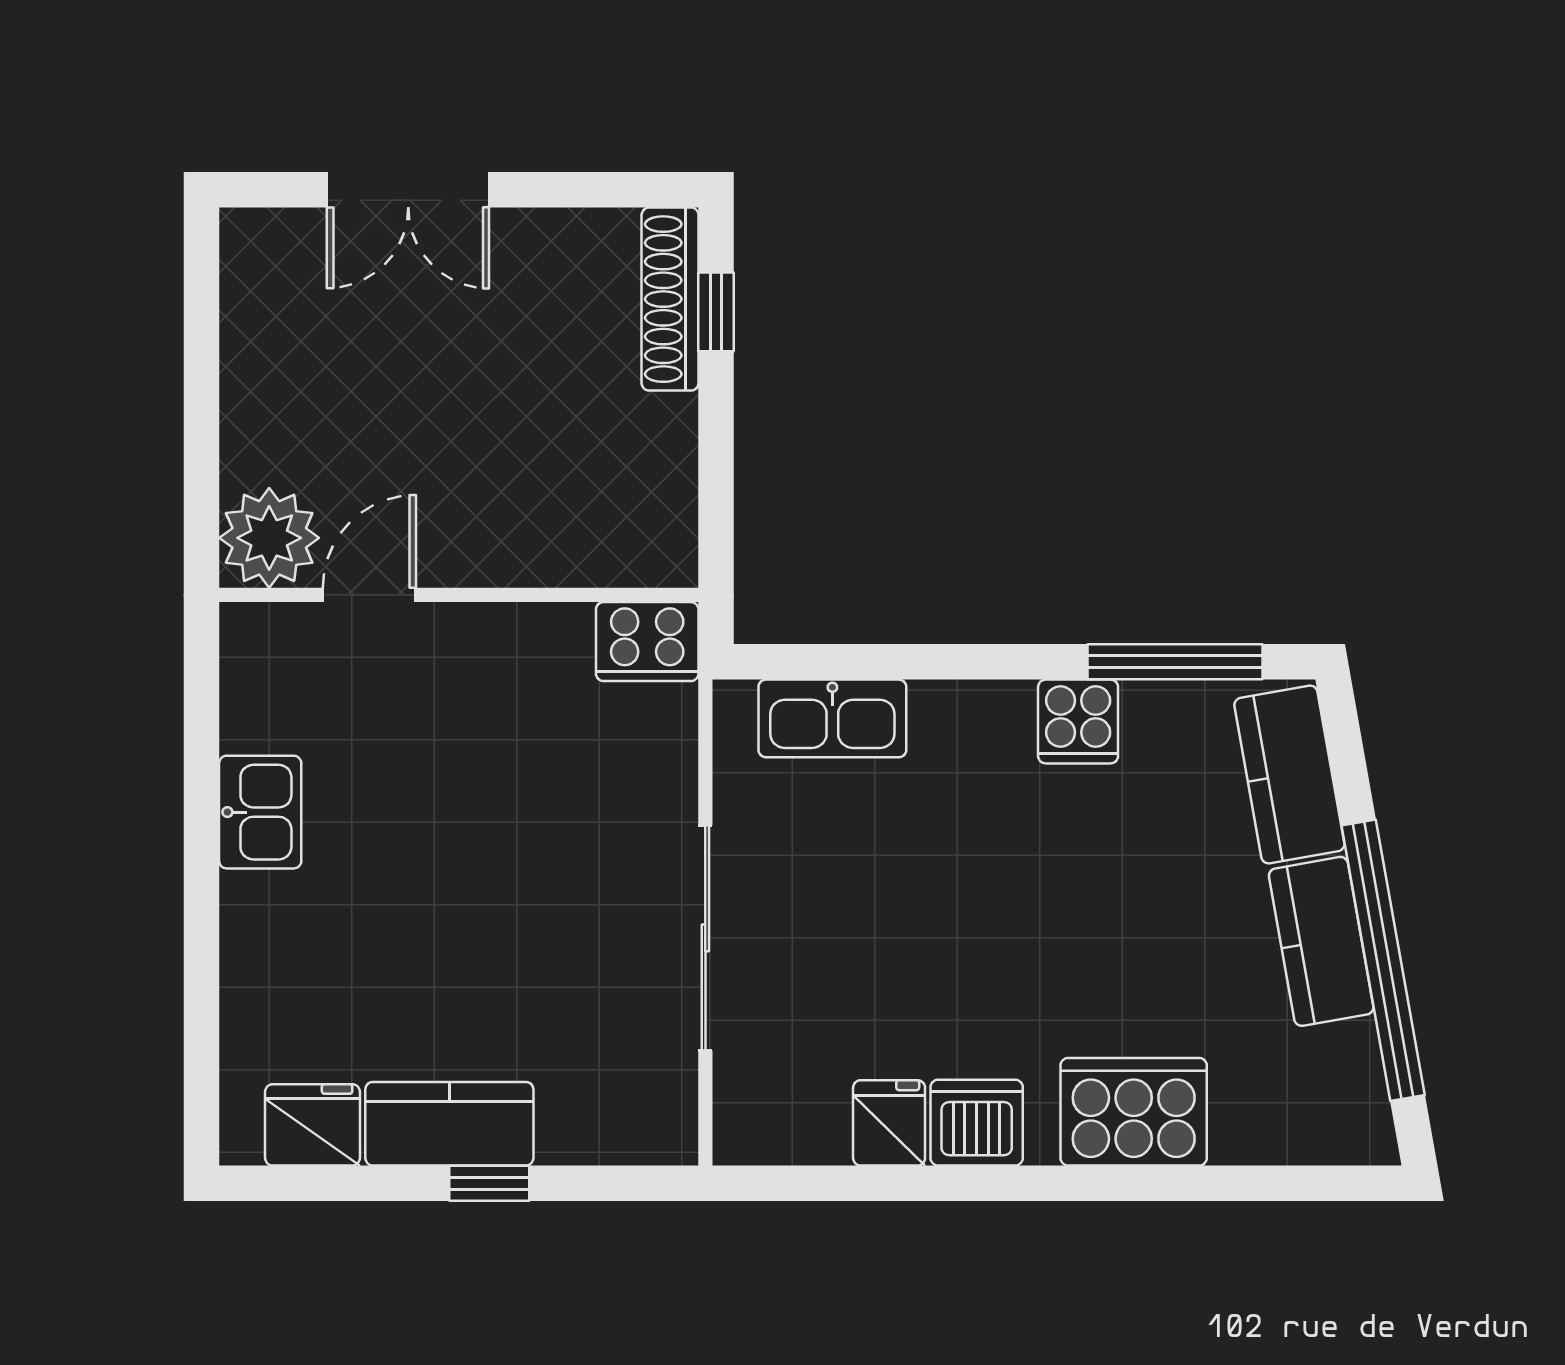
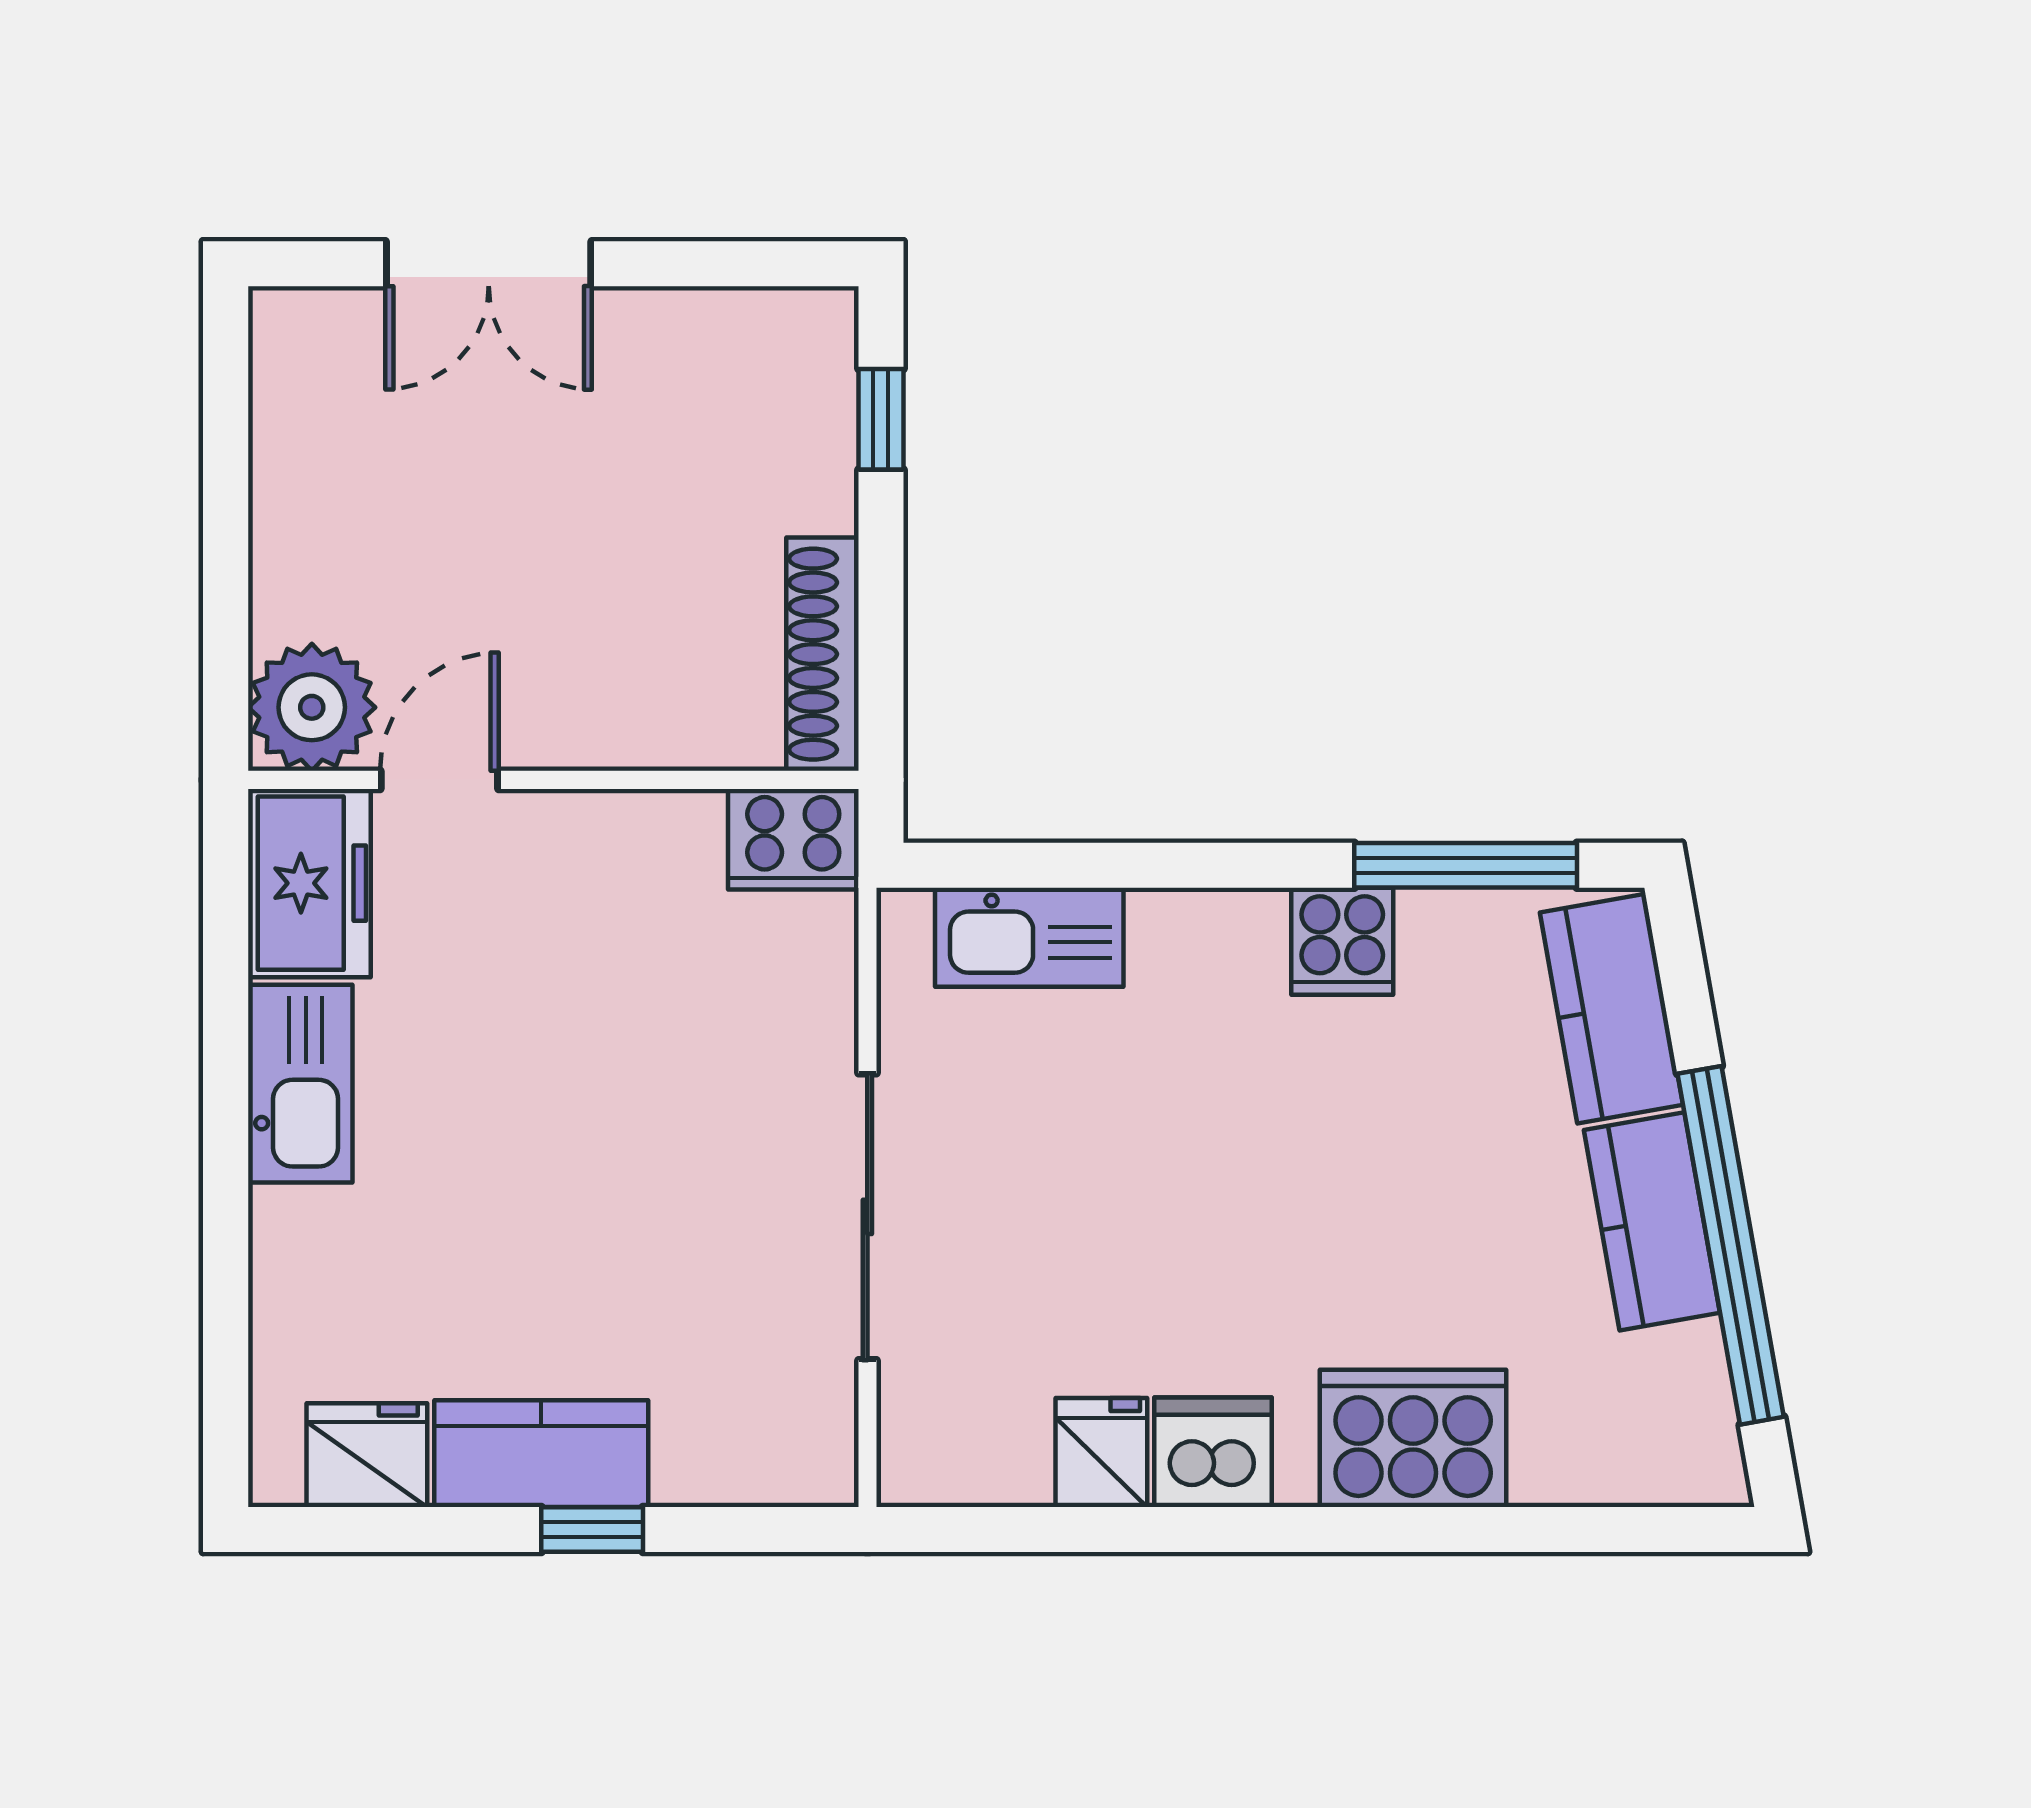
shoe rack: (670, 299) -> (822, 654), moved
freezer: (267, 676) -> (309, 883), added
kitchen sink: (260, 812) -> (300, 1084), width x1.38

